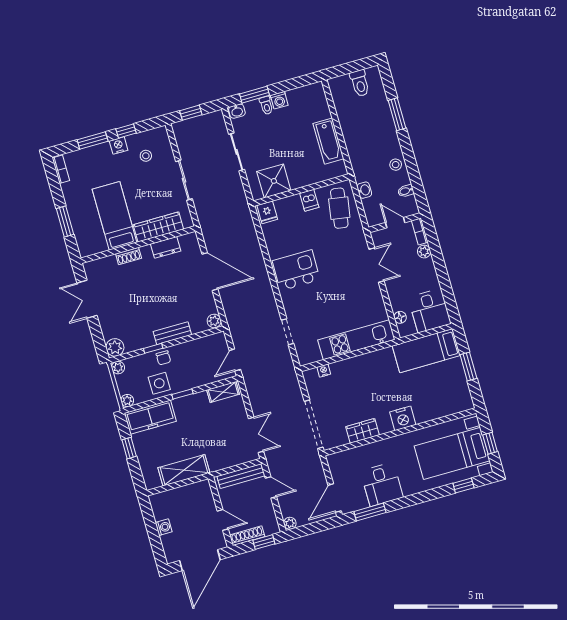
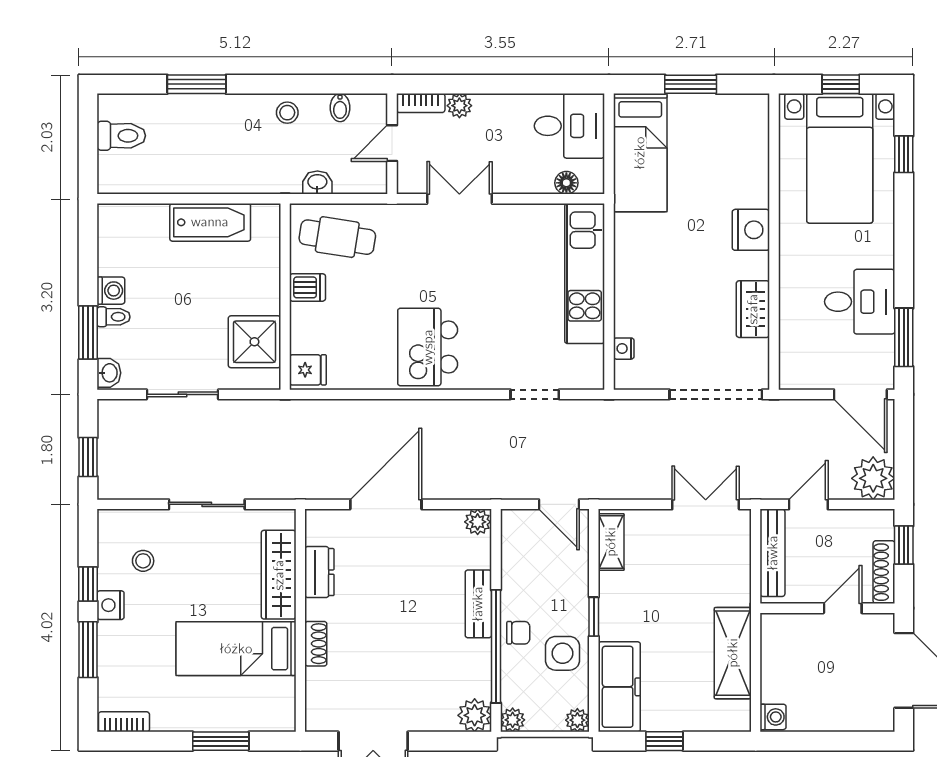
window: (153, 348) -> (496, 646), width x3.17
plant: (290, 523) -> (873, 478), width x1.88, depth x1.88
washing machine: (164, 527) -> (773, 717), moved, turned 90

